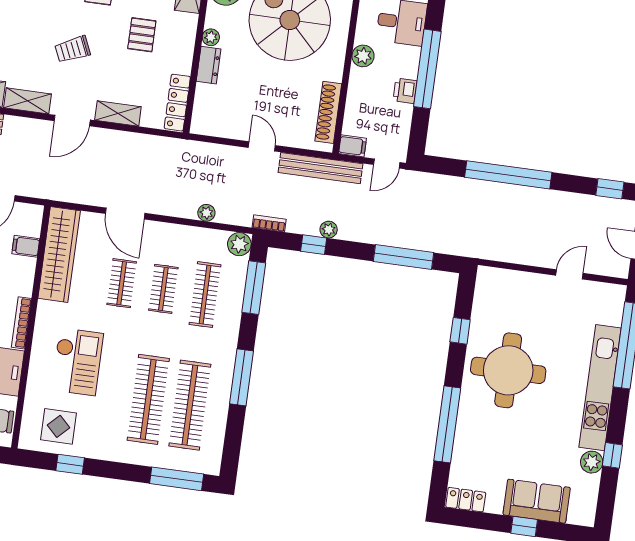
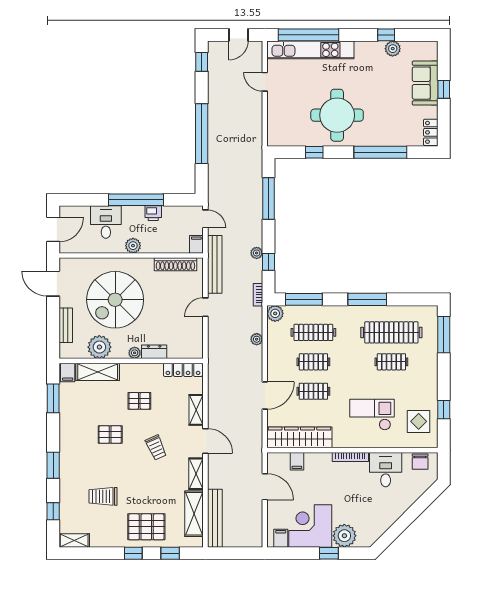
kitchen unit: (600, 388) -> (310, 50), moved
clothes rail: (148, 399) -> (391, 362), width x0.54, depth x0.76

